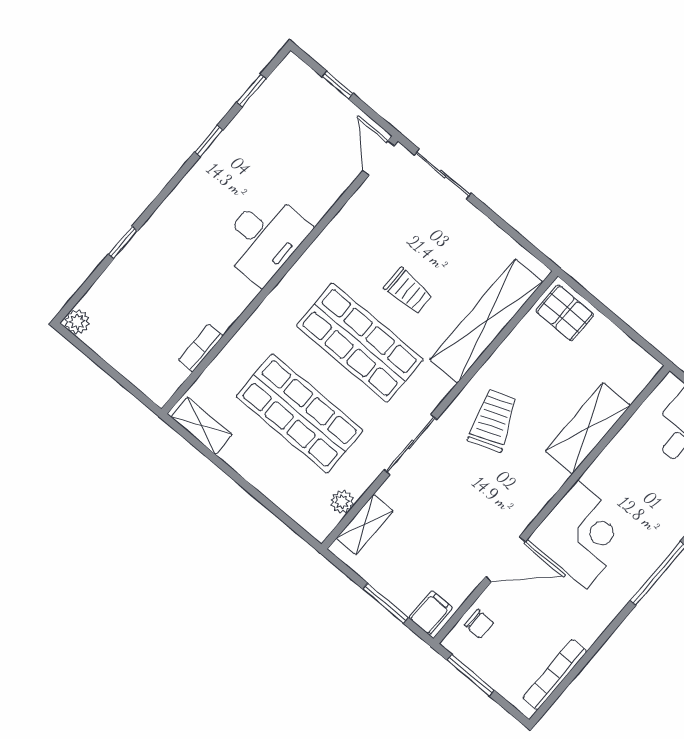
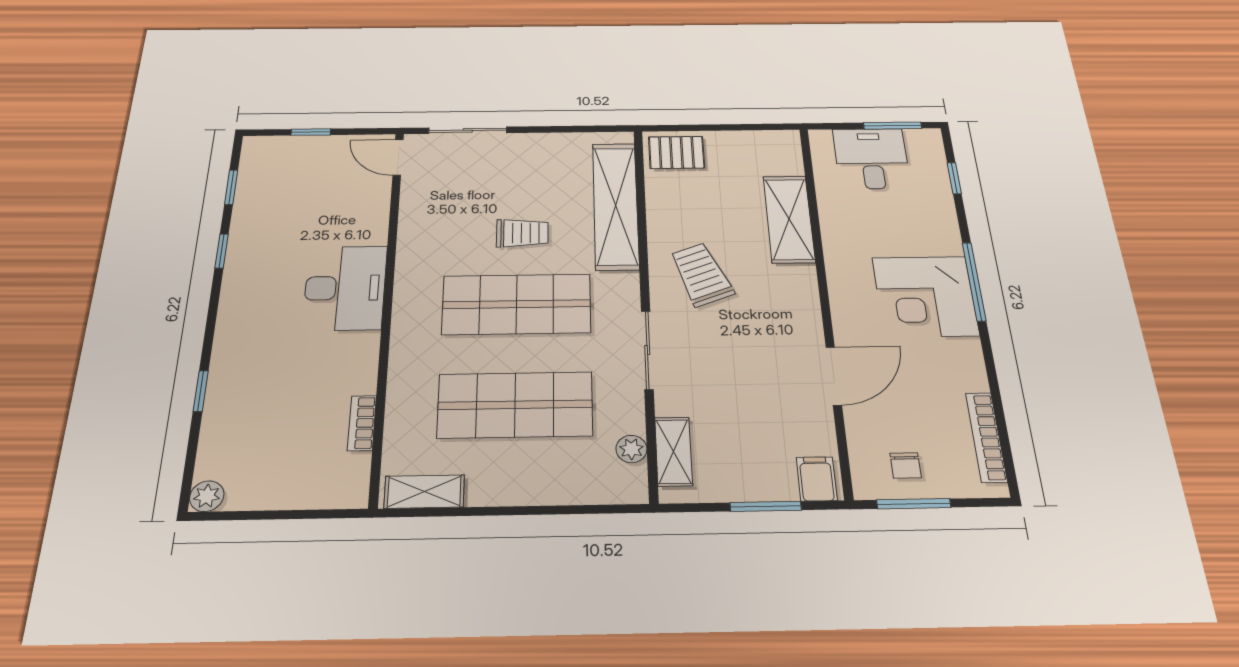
corner desk: (582, 535) -> (925, 296), moved, turned 180
chair: (479, 624) -> (906, 465), moved, turned 90

